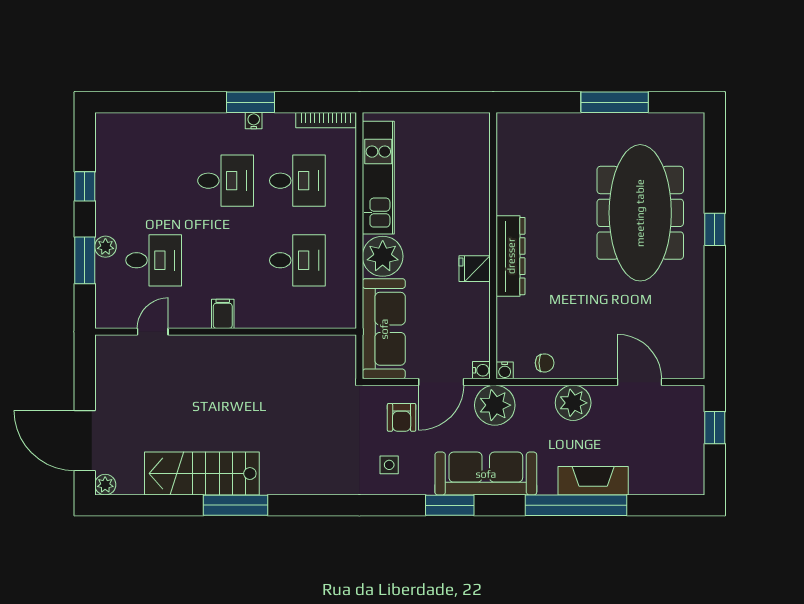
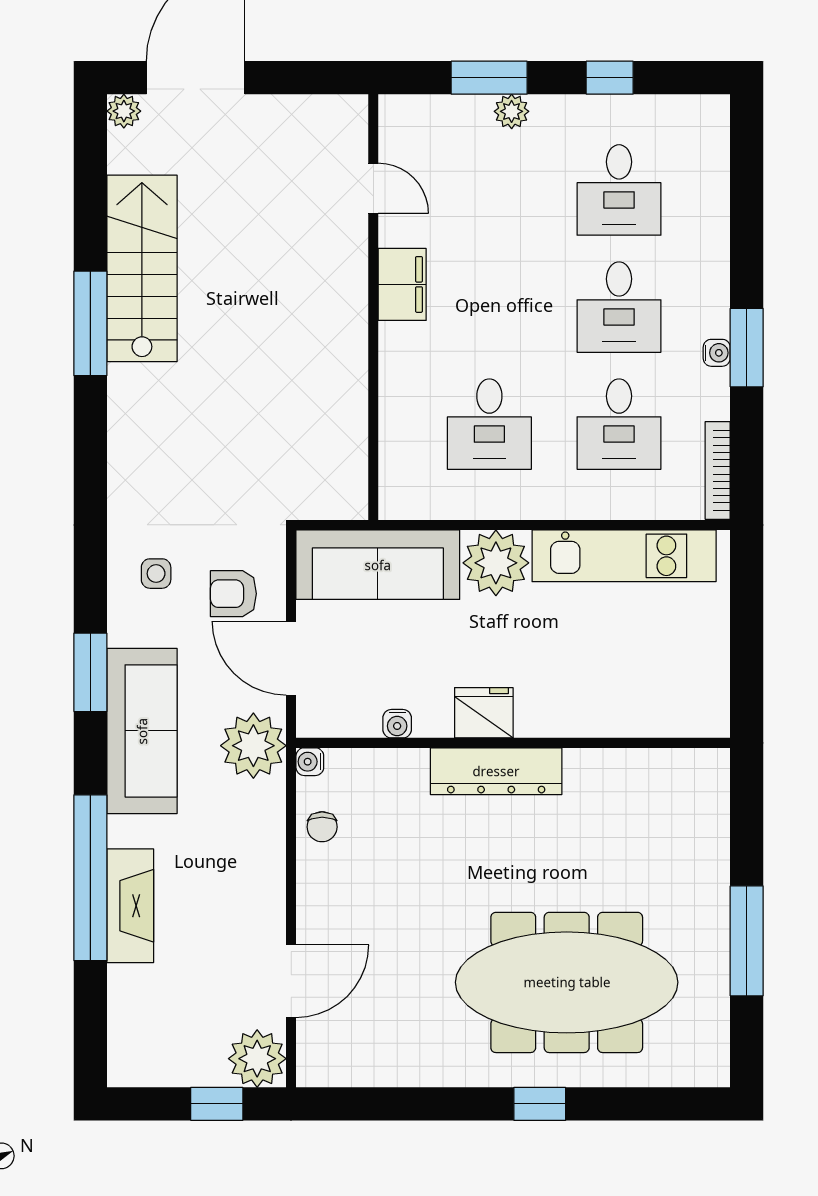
desk: (154, 260) -> (619, 190), moved
fridge: (475, 269) -> (484, 713), width x1.38
filing cabinet: (223, 314) -> (402, 284), width x2.00
water cooler: (481, 370) -> (397, 724), moved
plant: (573, 403) -> (257, 1059), moved

